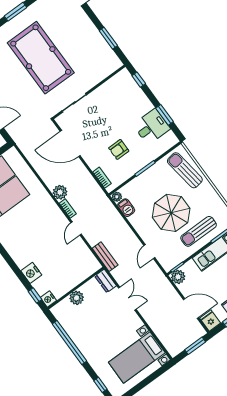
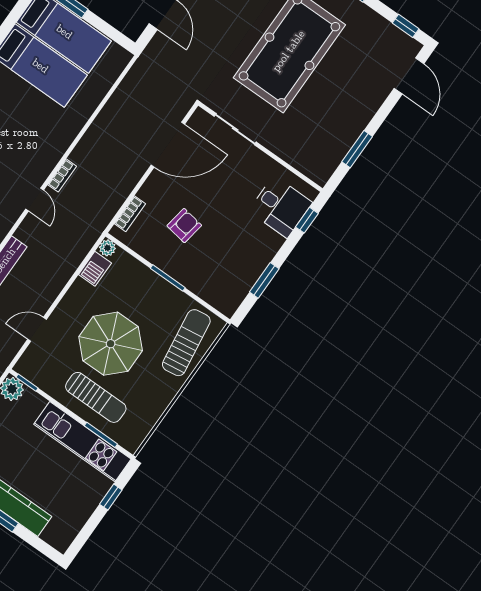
desk: (152, 127) -> (280, 207), moved
door: (70, 143) -> (168, 145), swing flipped
armchair: (119, 149) -> (184, 226), turned 99
plant: (60, 192) -> (84, 154), removed
door: (76, 228) -> (35, 199), swing flipped
sun lounger: (199, 231) -> (96, 397), turned 180

